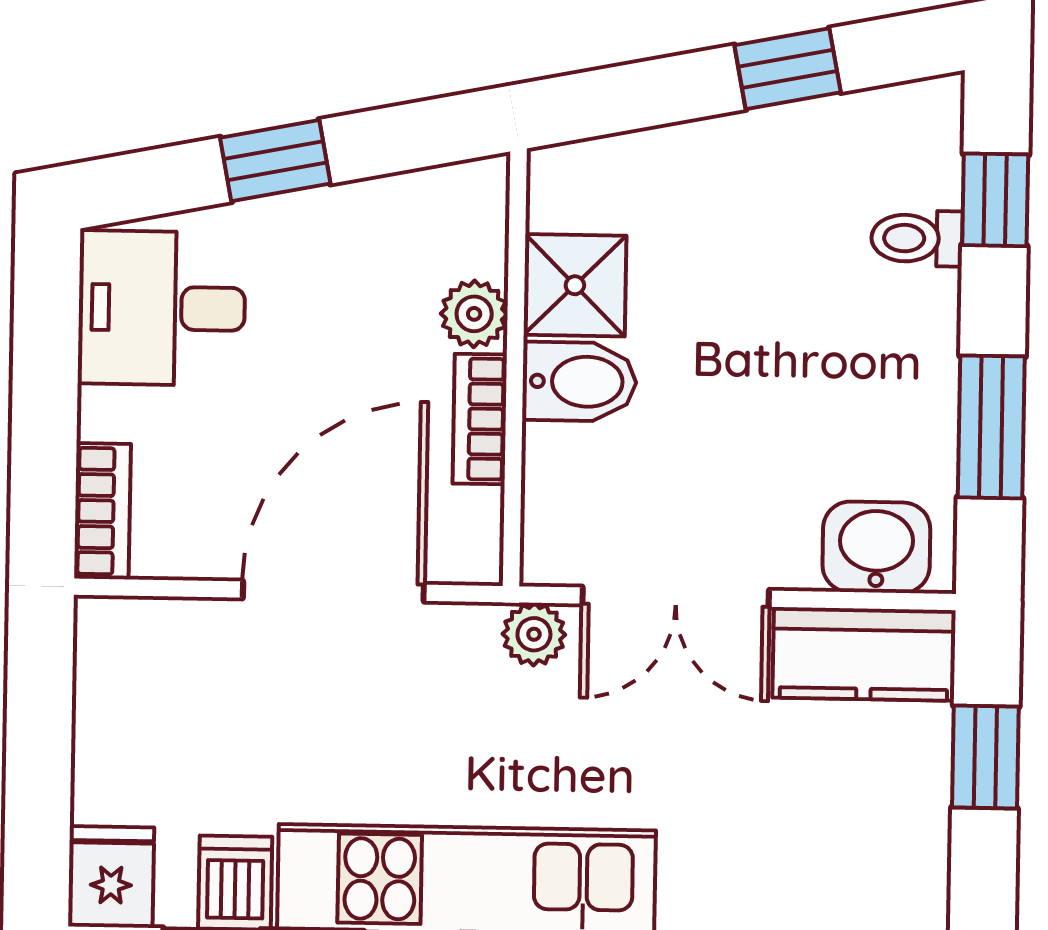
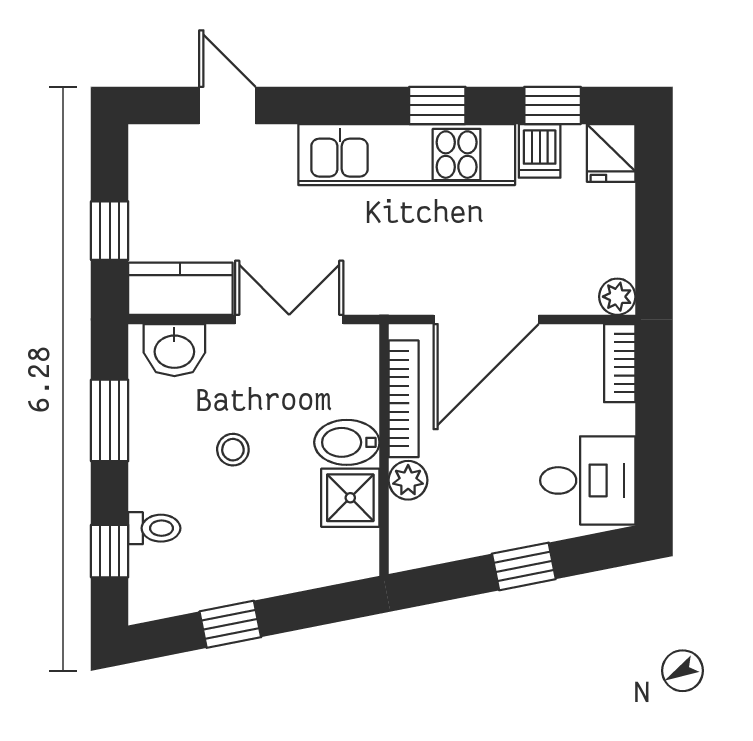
stool: (778, 372) -> (233, 450), added
bookcase: (480, 419) -> (404, 399), width x1.56
plant: (534, 634) -> (617, 297), moved

